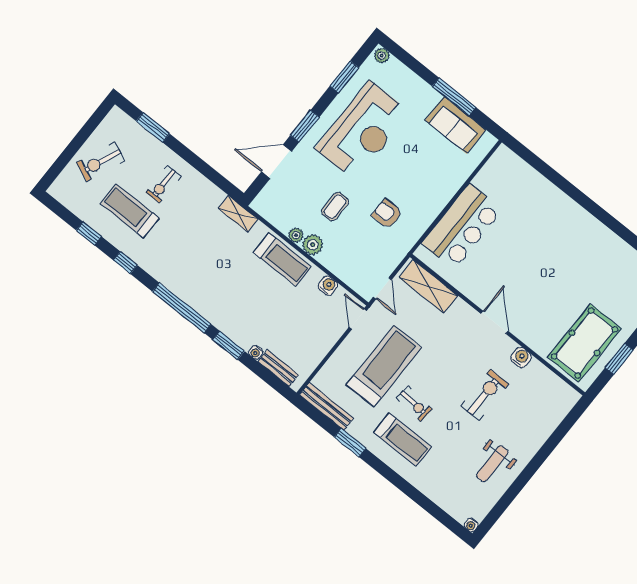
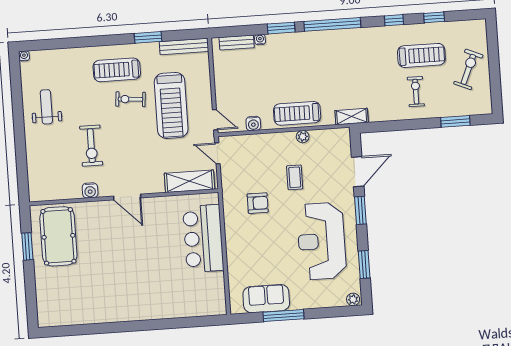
plant: (313, 245) -> (287, 140), removed

